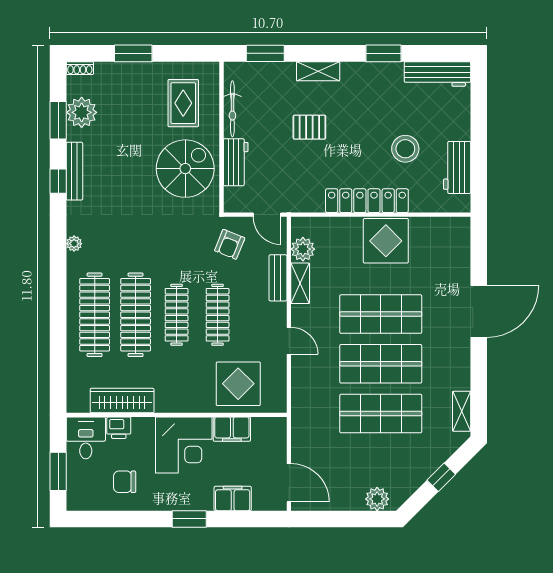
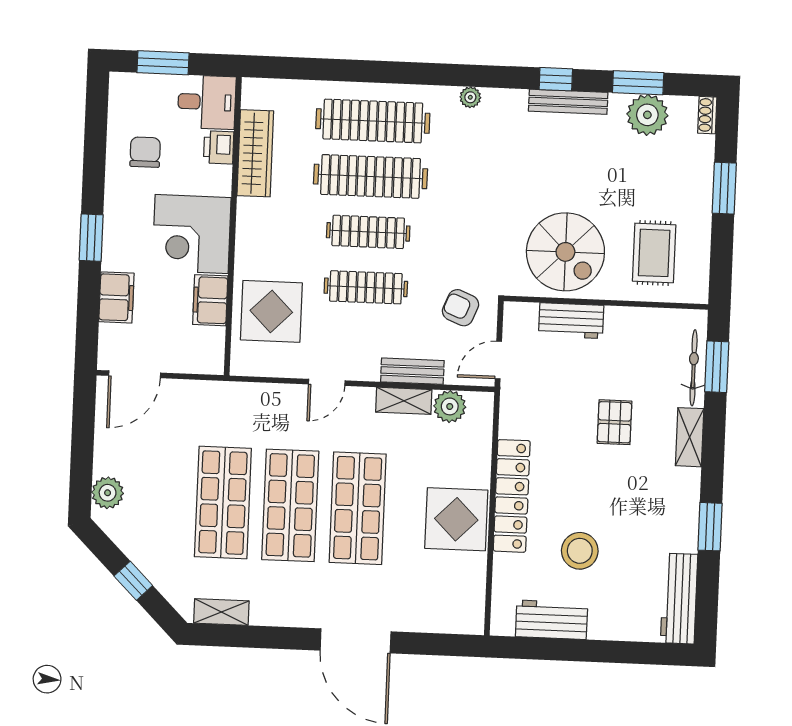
rug: (183, 103) -> (654, 253), turned 90
bicycle: (232, 109) -> (694, 368), moved, turned 90

